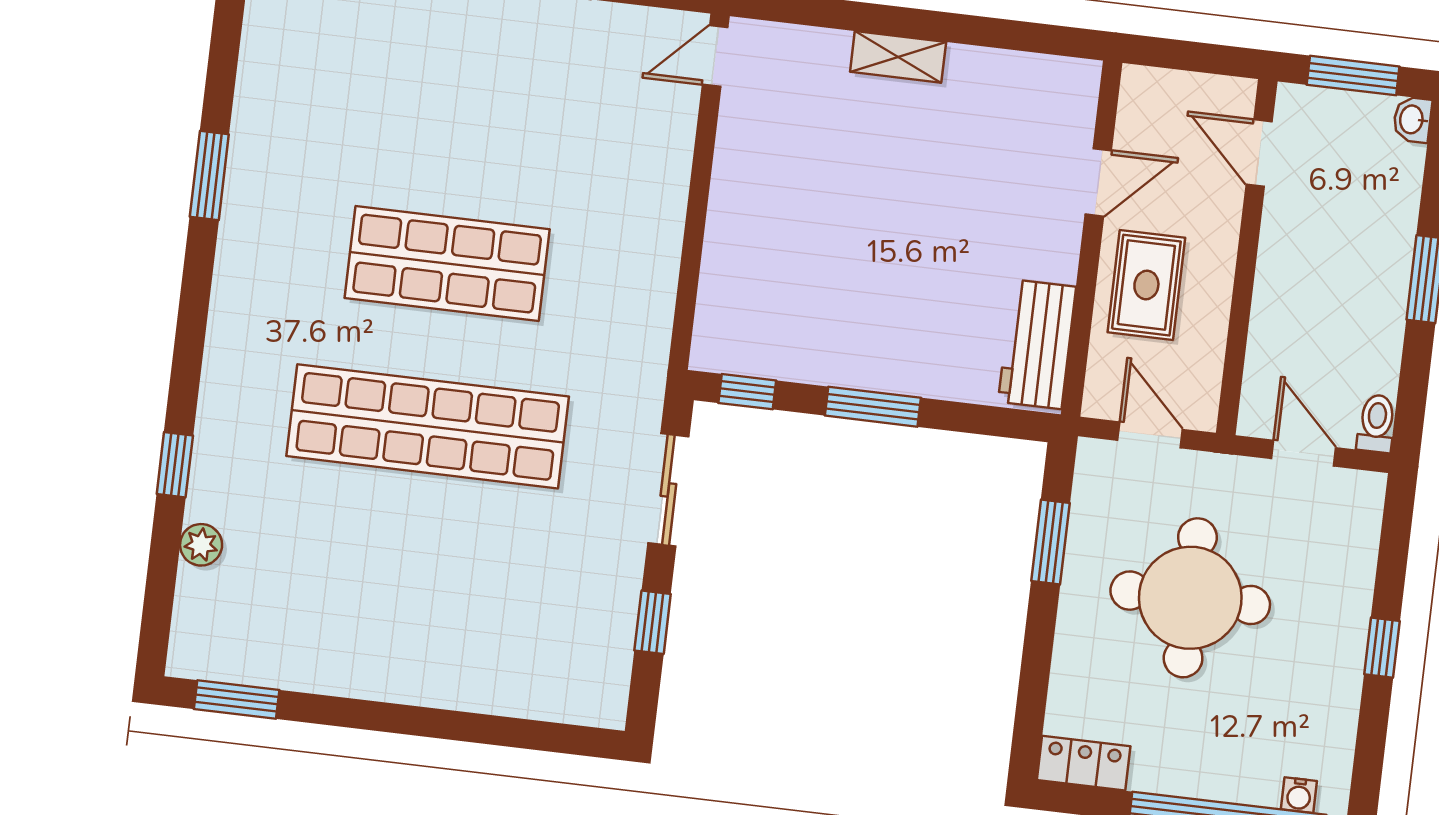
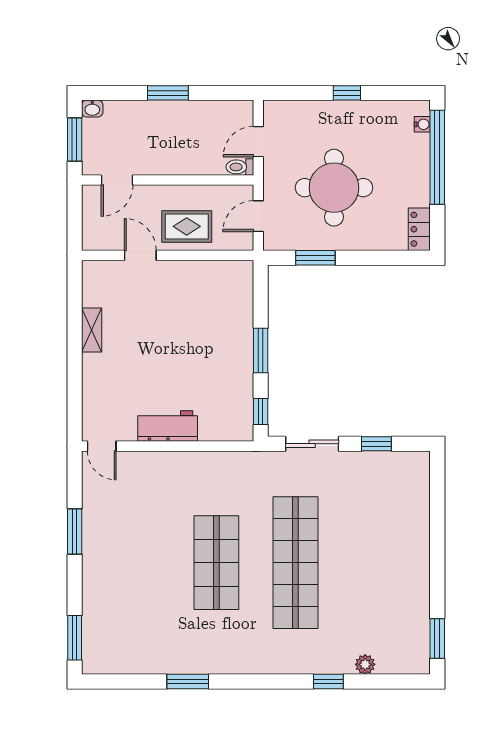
shelving: (898, 57) -> (92, 330), moved
workbench: (1037, 344) -> (168, 426), moved, turned 180
toilet: (1376, 423) -> (240, 167), moved

